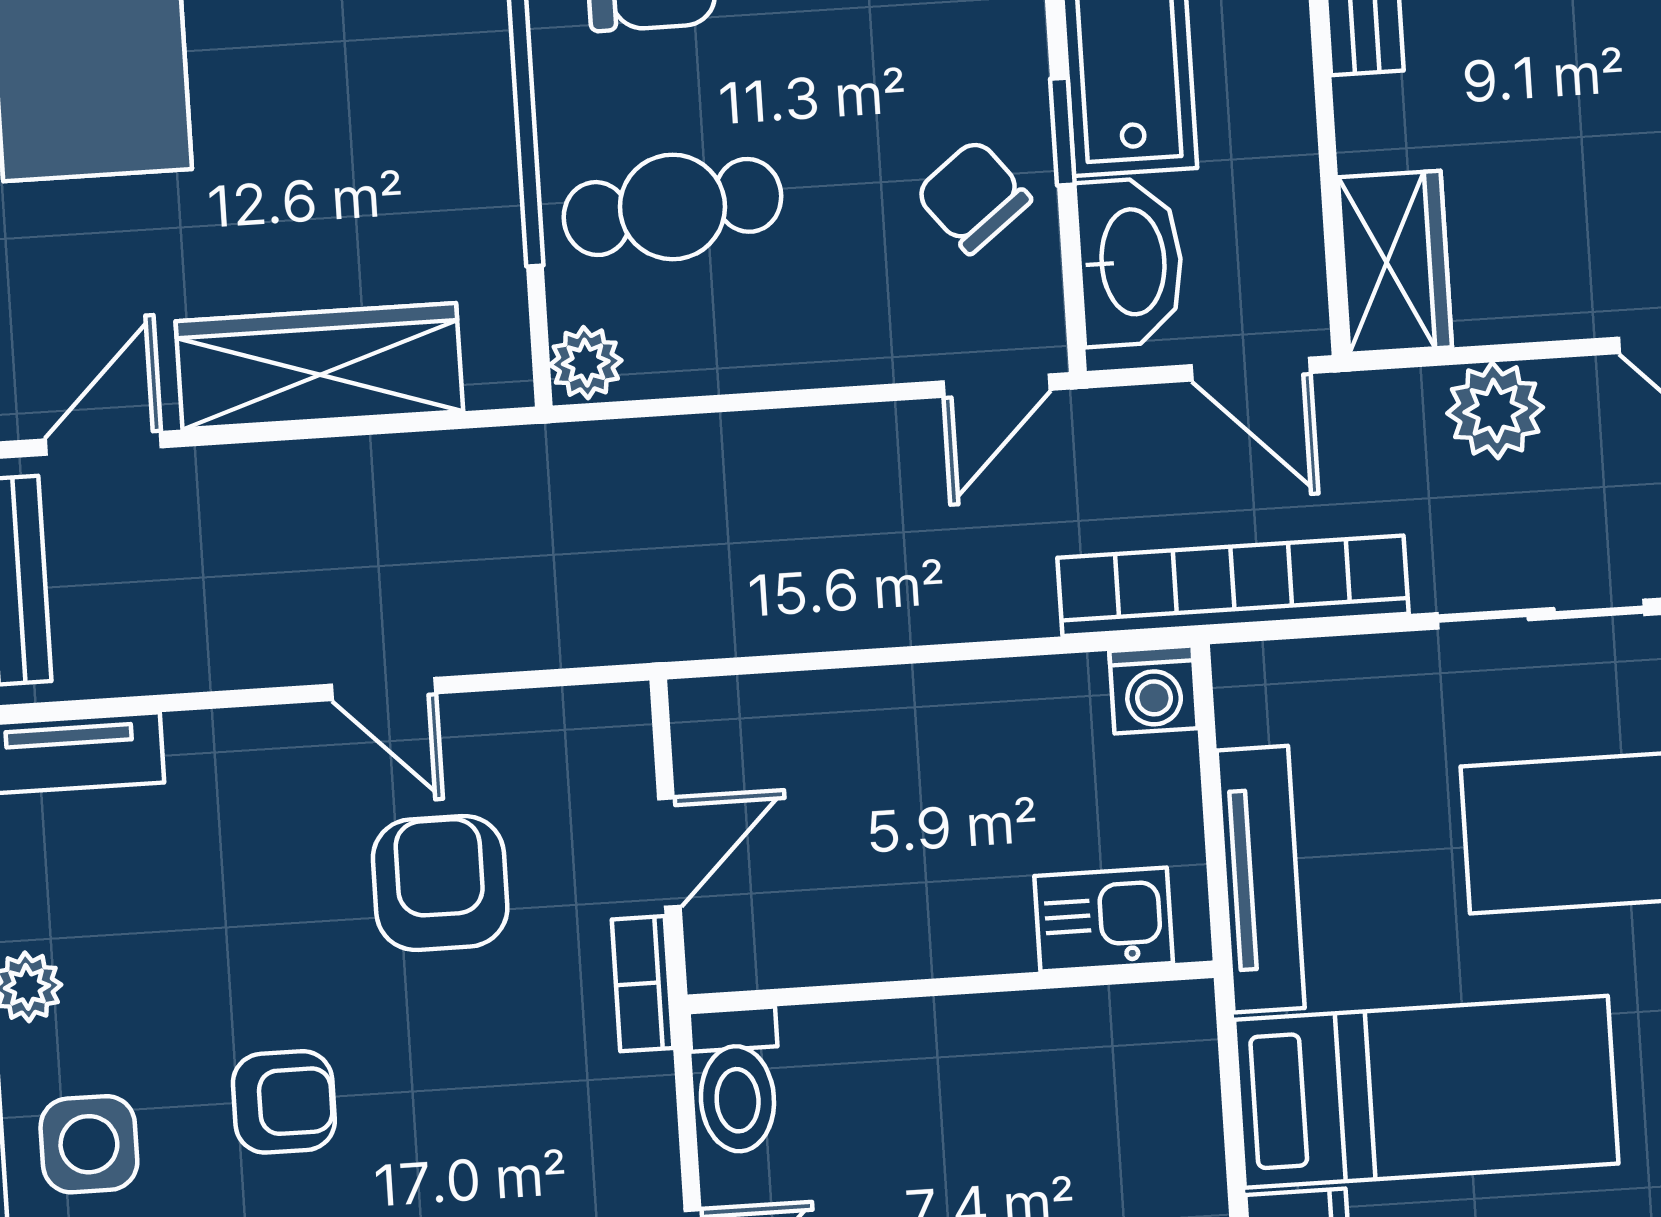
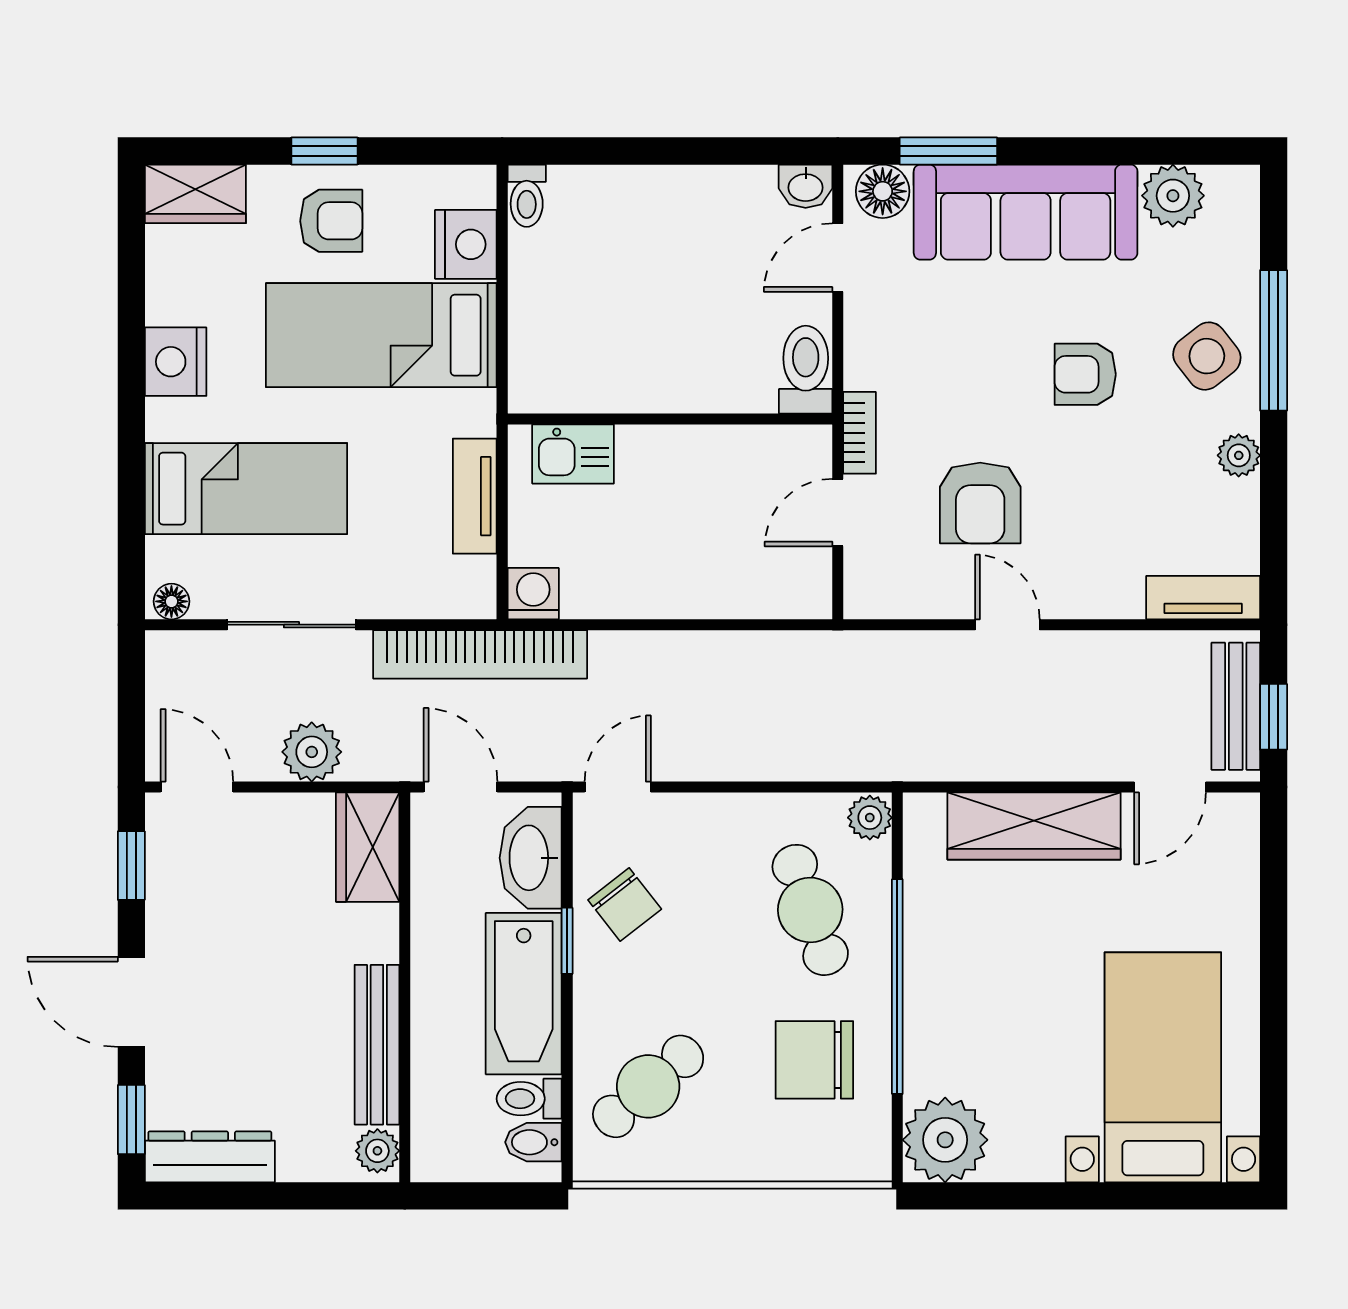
cafe table: (672, 207) -> (810, 910), turned 76
tv unit: (1261, 879) -> (475, 496), width x0.71
side table: (89, 1144) -> (1207, 356), turned -38

